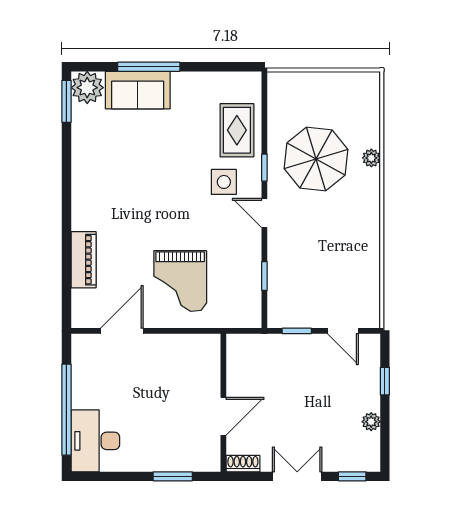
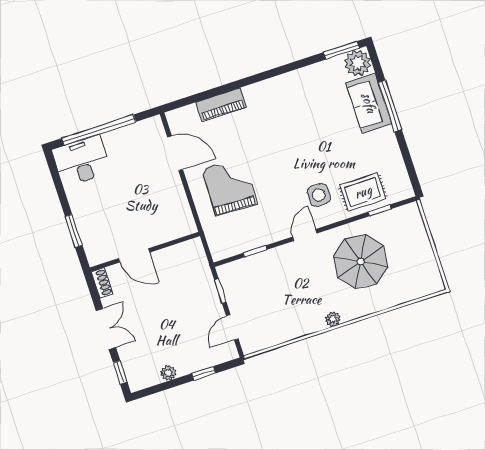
plant: (371, 158) -> (333, 319), moved
window: (264, 168) -> (380, 210), moved
grand piano: (180, 281) -> (229, 186), turned 92

